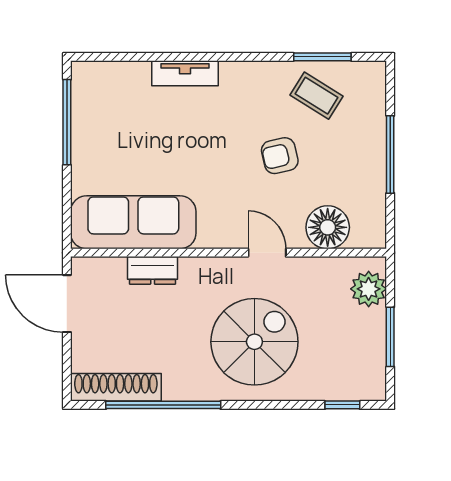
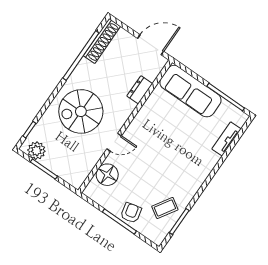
tv unit: (185, 73) -> (227, 139), moved
armchair: (280, 156) -> (131, 213), moved
sofa: (133, 222) -> (190, 91), moved, turned 90
plant: (369, 289) -> (36, 151), moved
spiral stairs: (254, 342) -> (81, 111), turned 90

